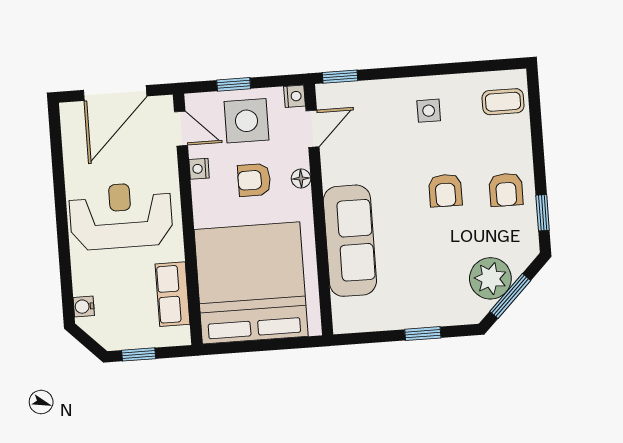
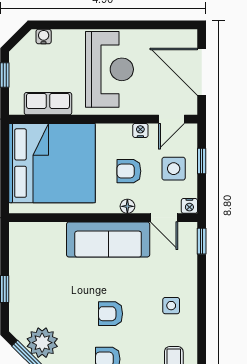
side table: (246, 121) -> (174, 169), width x0.73, depth x0.73
armchair: (254, 180) -> (129, 171), turned -90
sofa: (350, 241) -> (108, 239), moved

